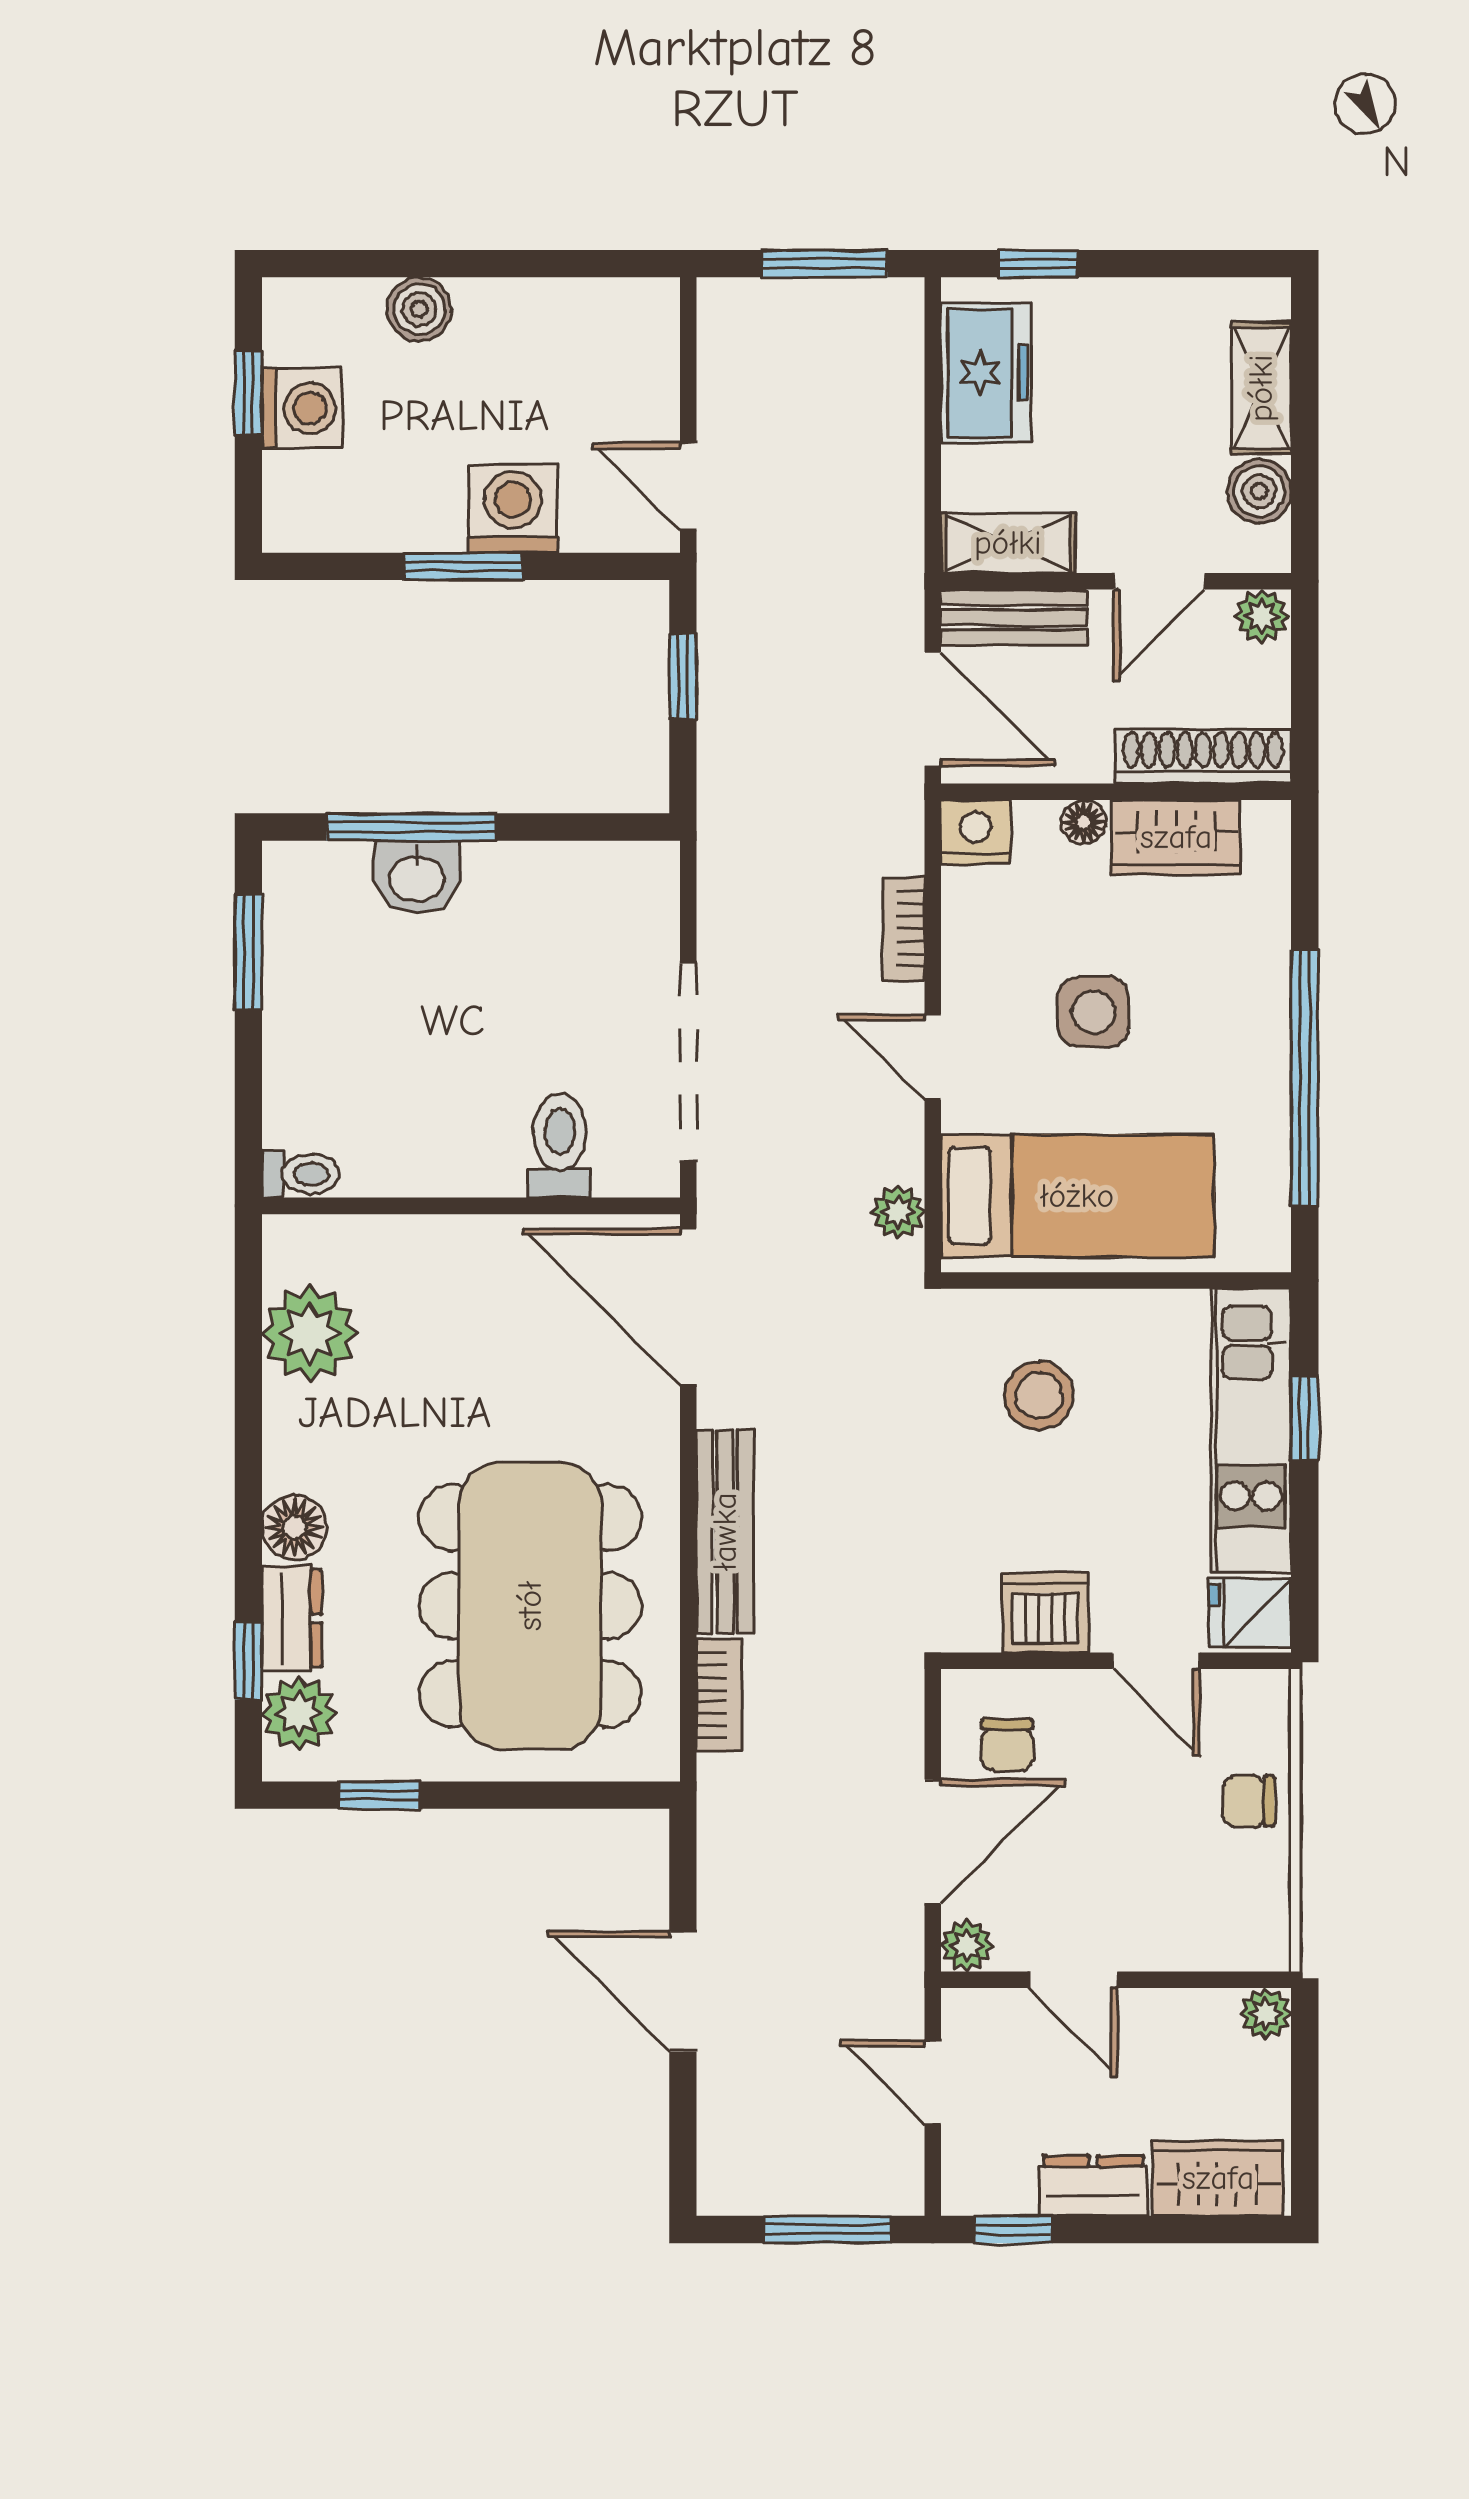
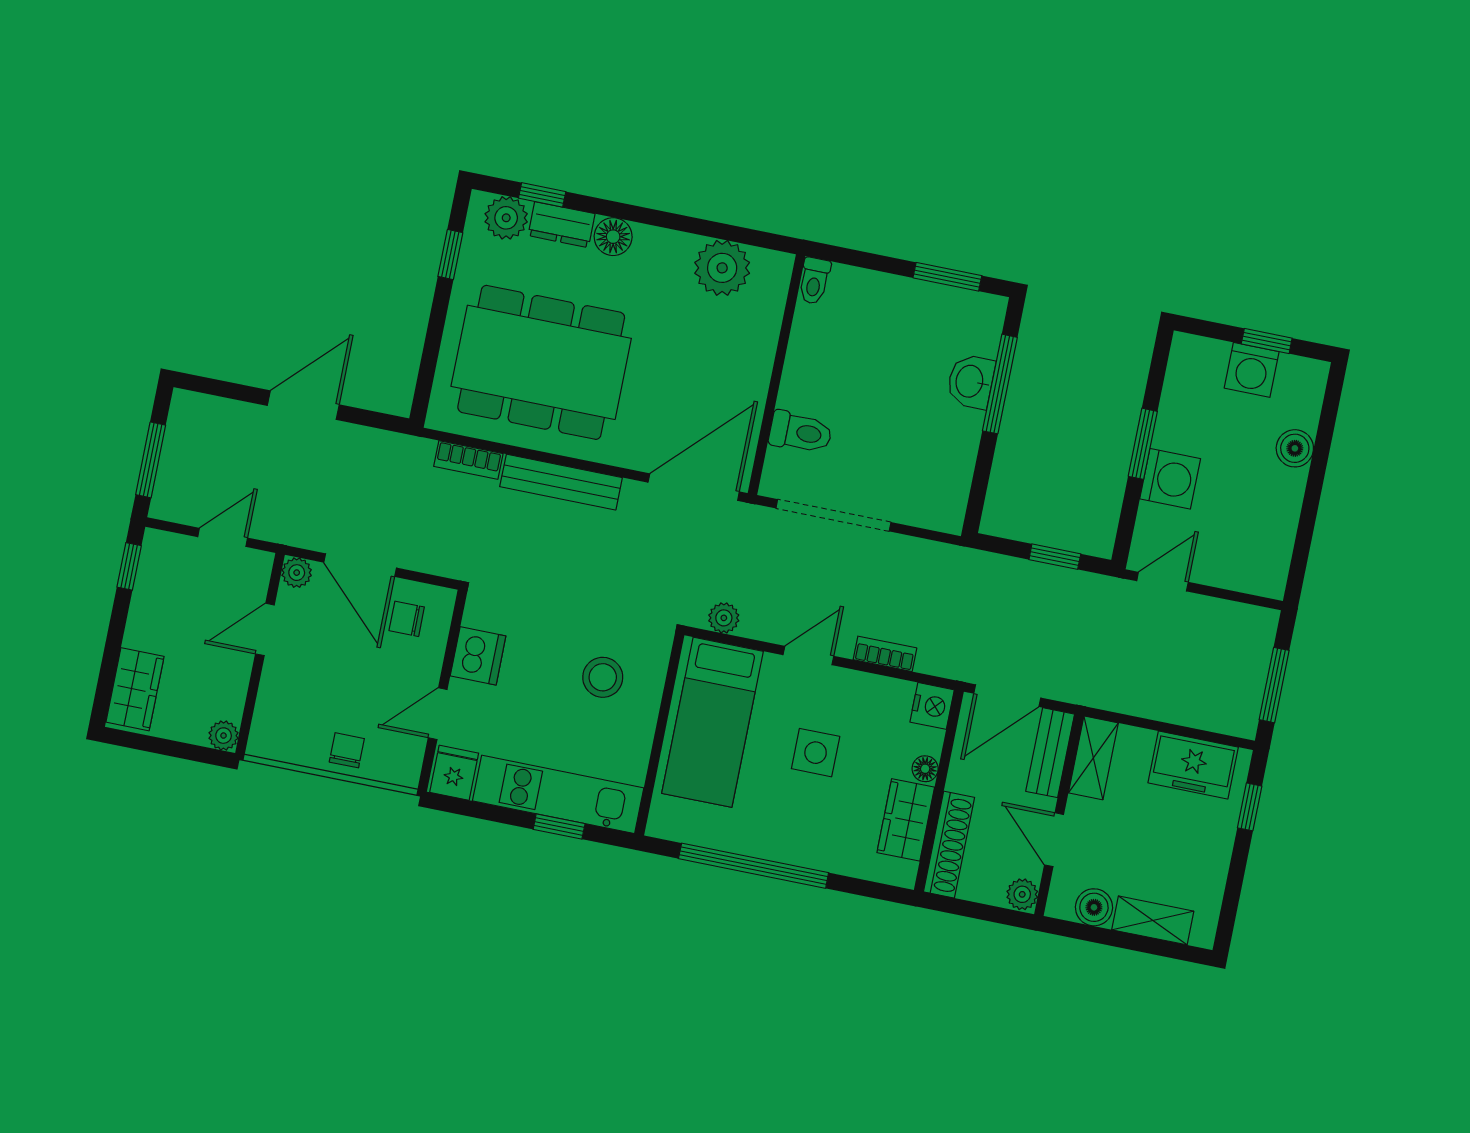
dresser: (1093, 2186) -> (145, 617), removed

